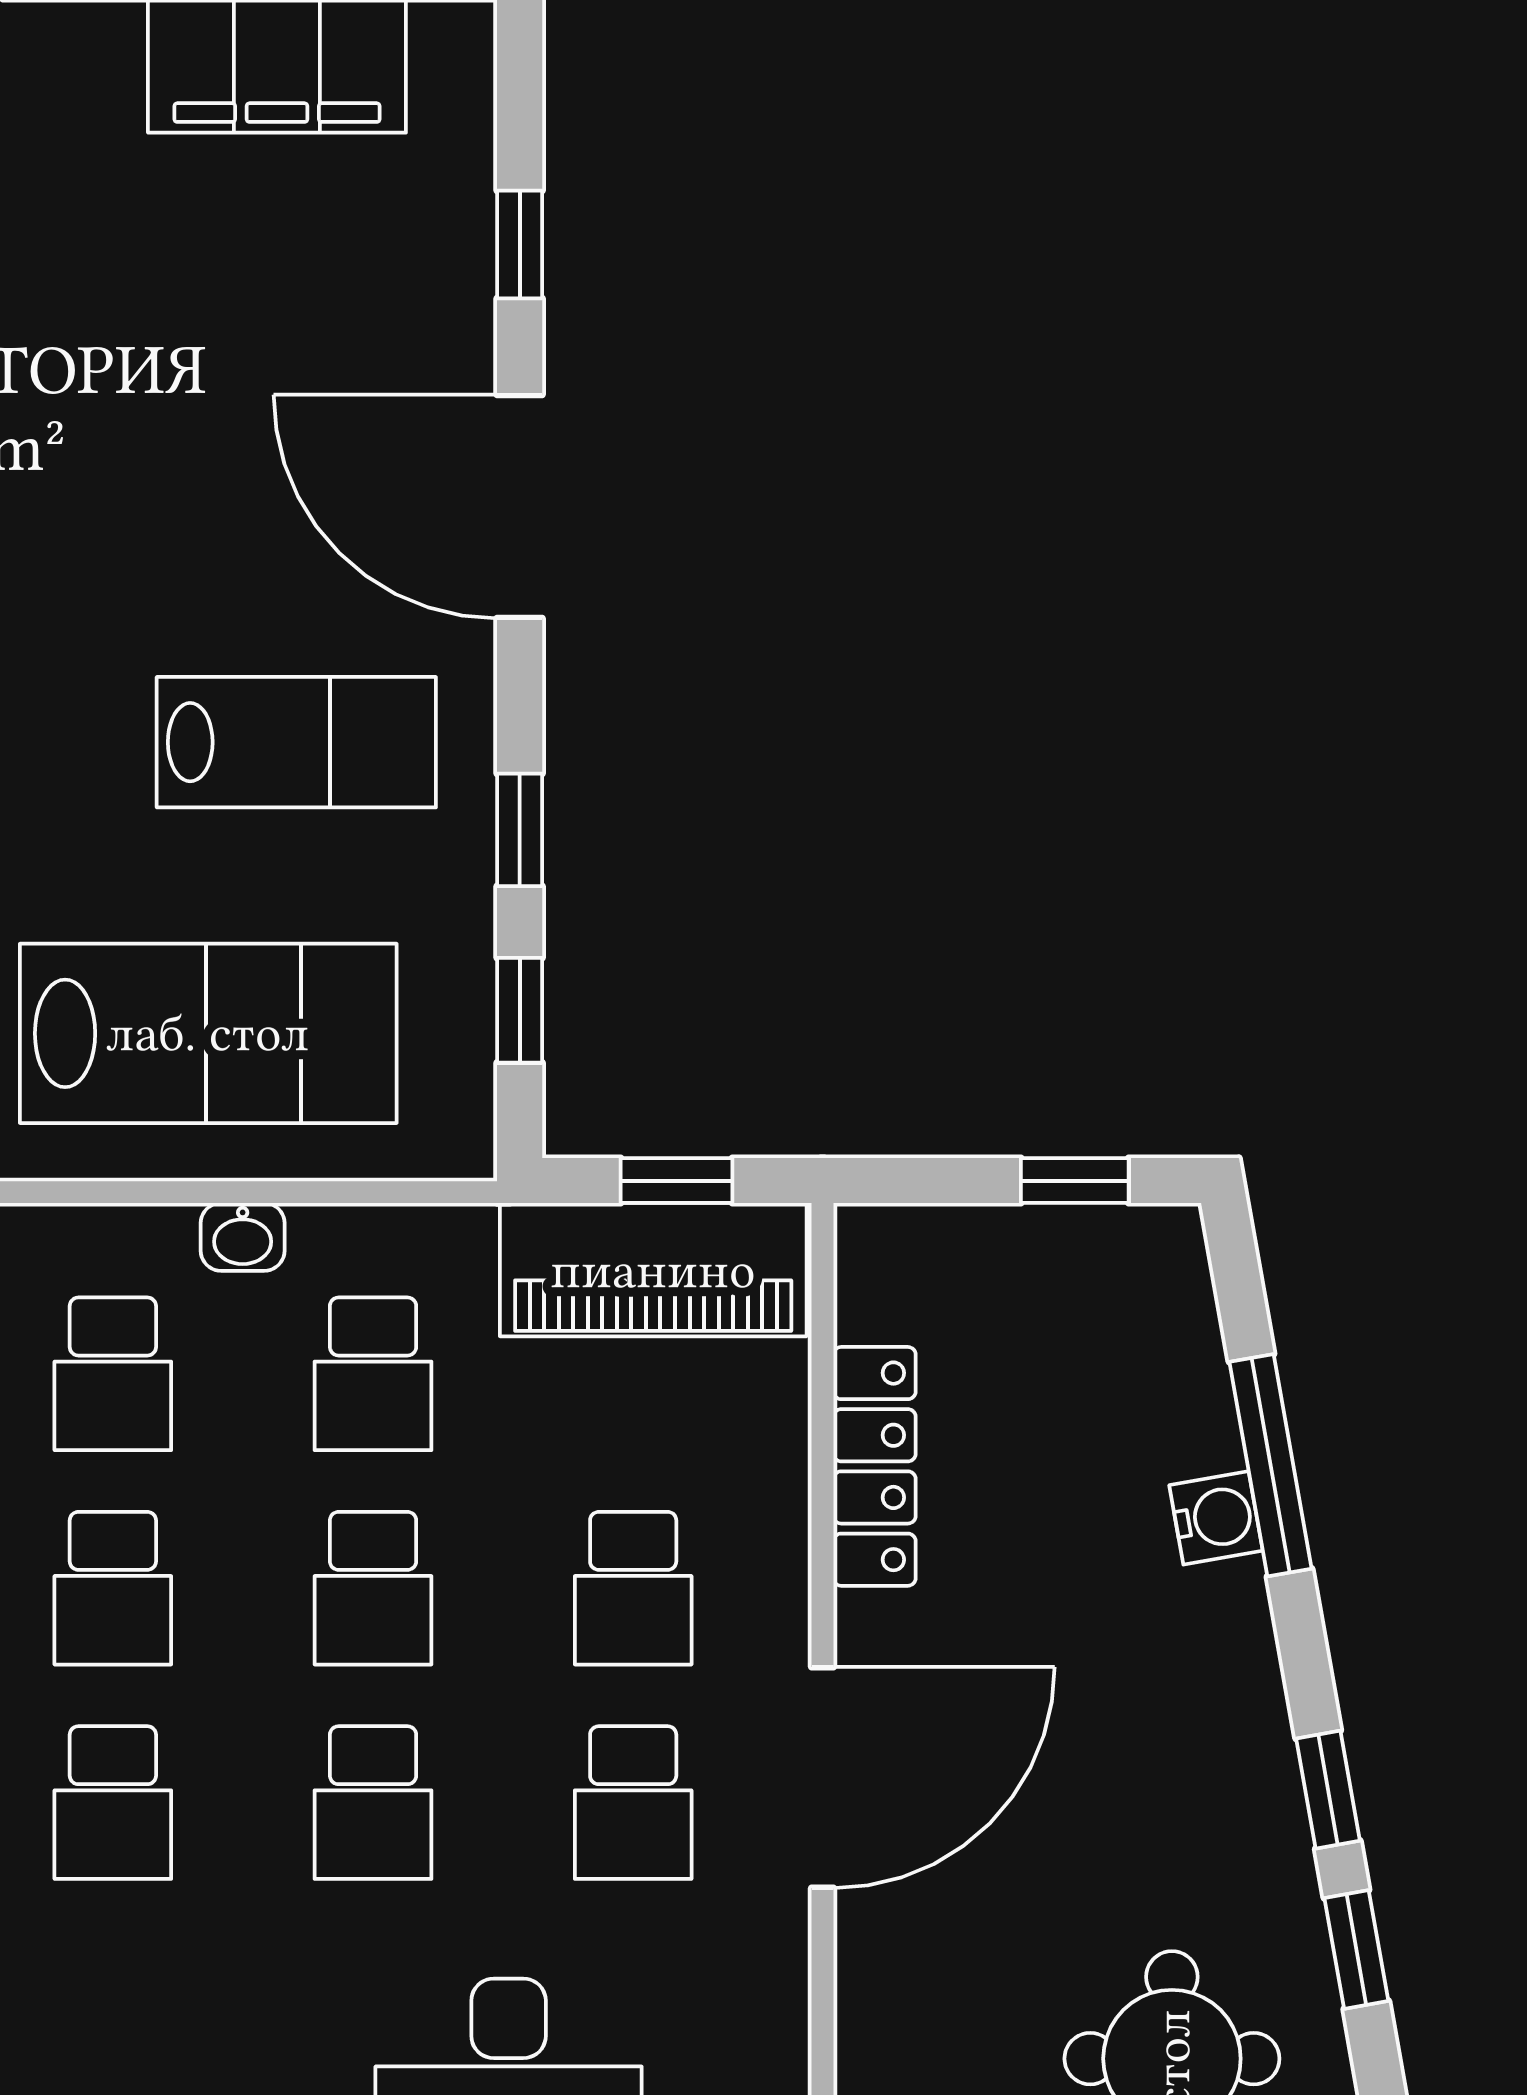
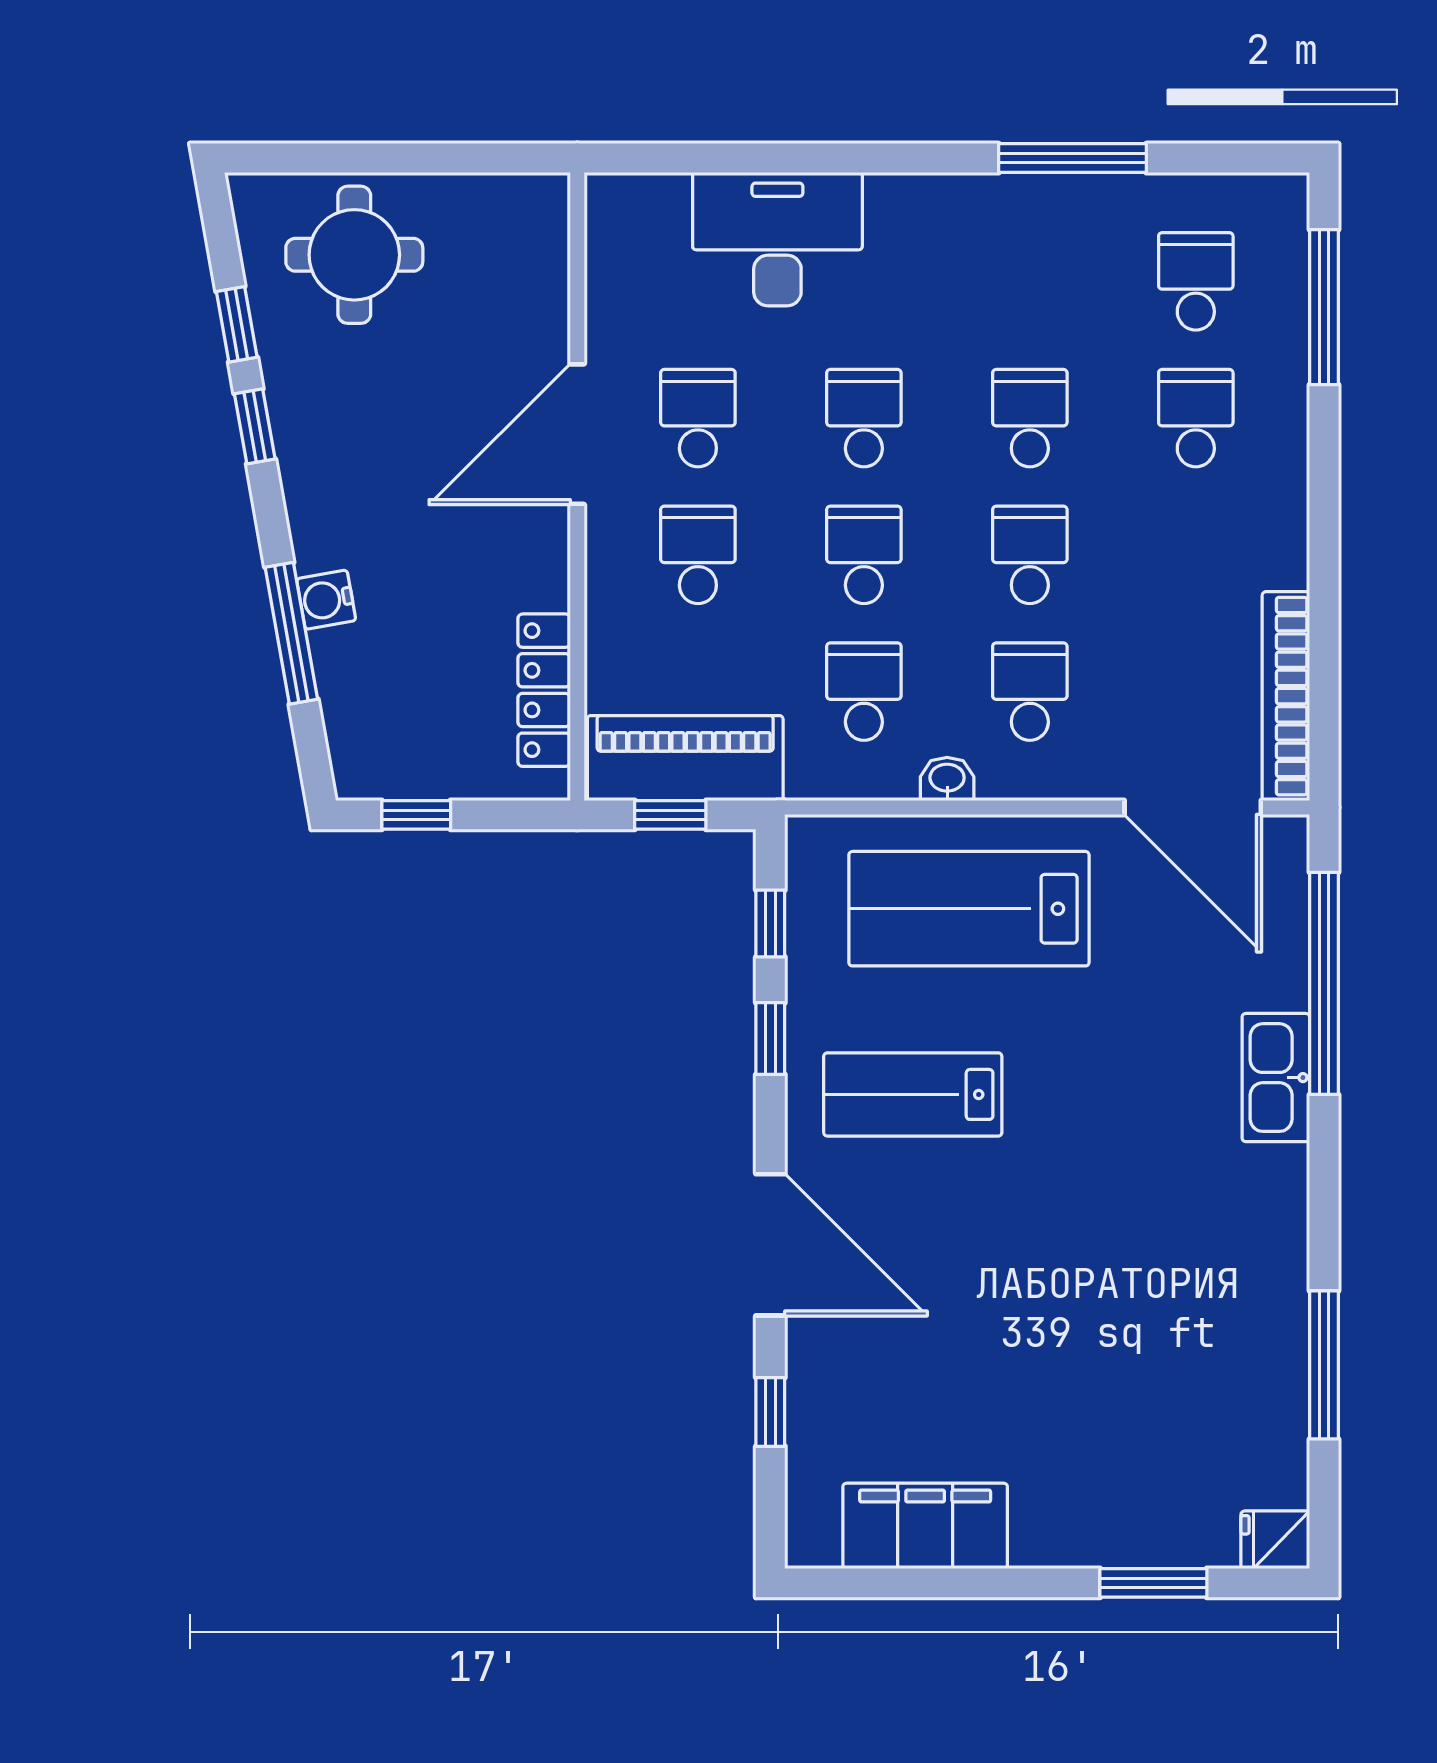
locker: (874, 1466) -> (544, 690), moved

